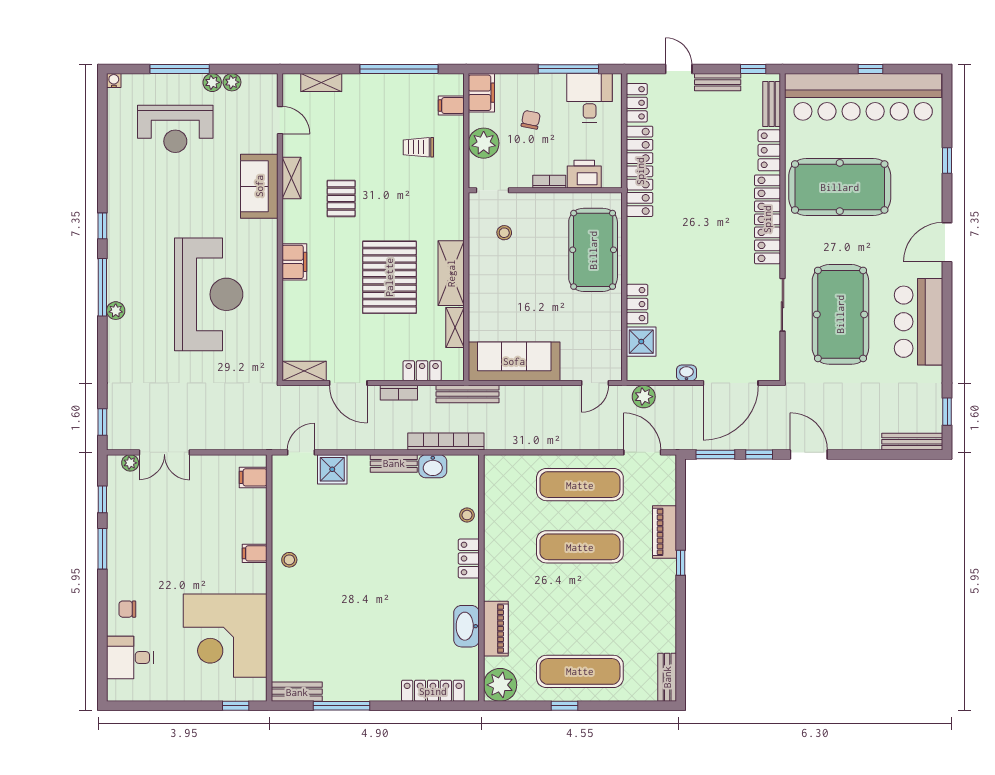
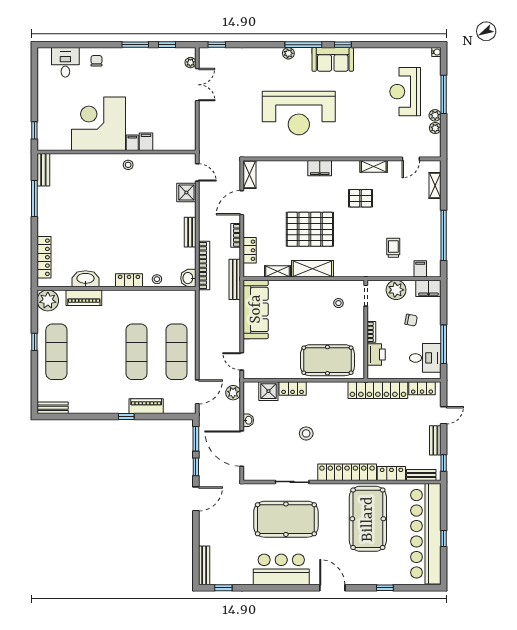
sofa: (259, 186) -> (333, 59), moved, turned 180
stool: (707, 283) -> (306, 433), added
double door: (164, 452) -> (197, 85), swing flipped
washbasin: (433, 466) -> (188, 278), moved
filing cabinet: (253, 477) -> (146, 142), moved
corner desk: (225, 636) -> (98, 124), moved

